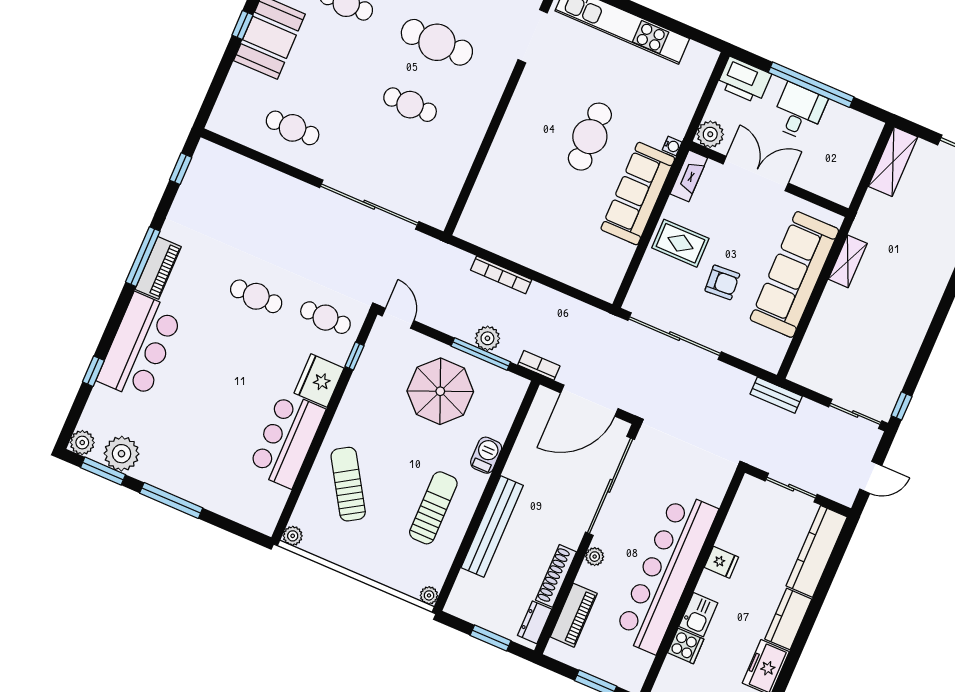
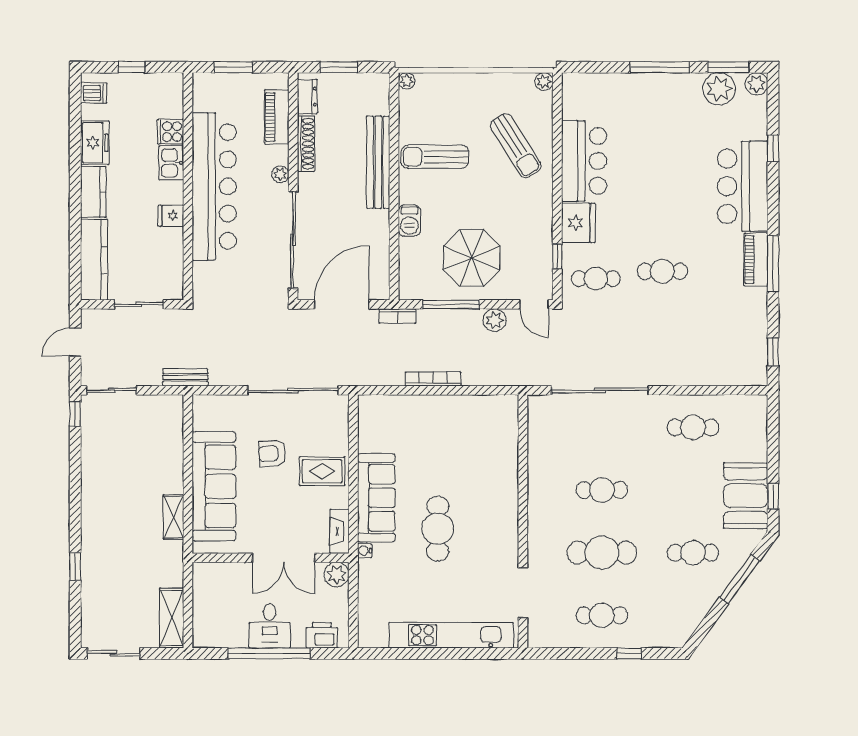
printer: (744, 80) -> (322, 635), width x0.73, depth x0.84
bookcase: (501, 275) -> (433, 379), moved
plant: (487, 338) -> (495, 320), moved
sun lounger: (433, 508) -> (435, 157), turned 90

